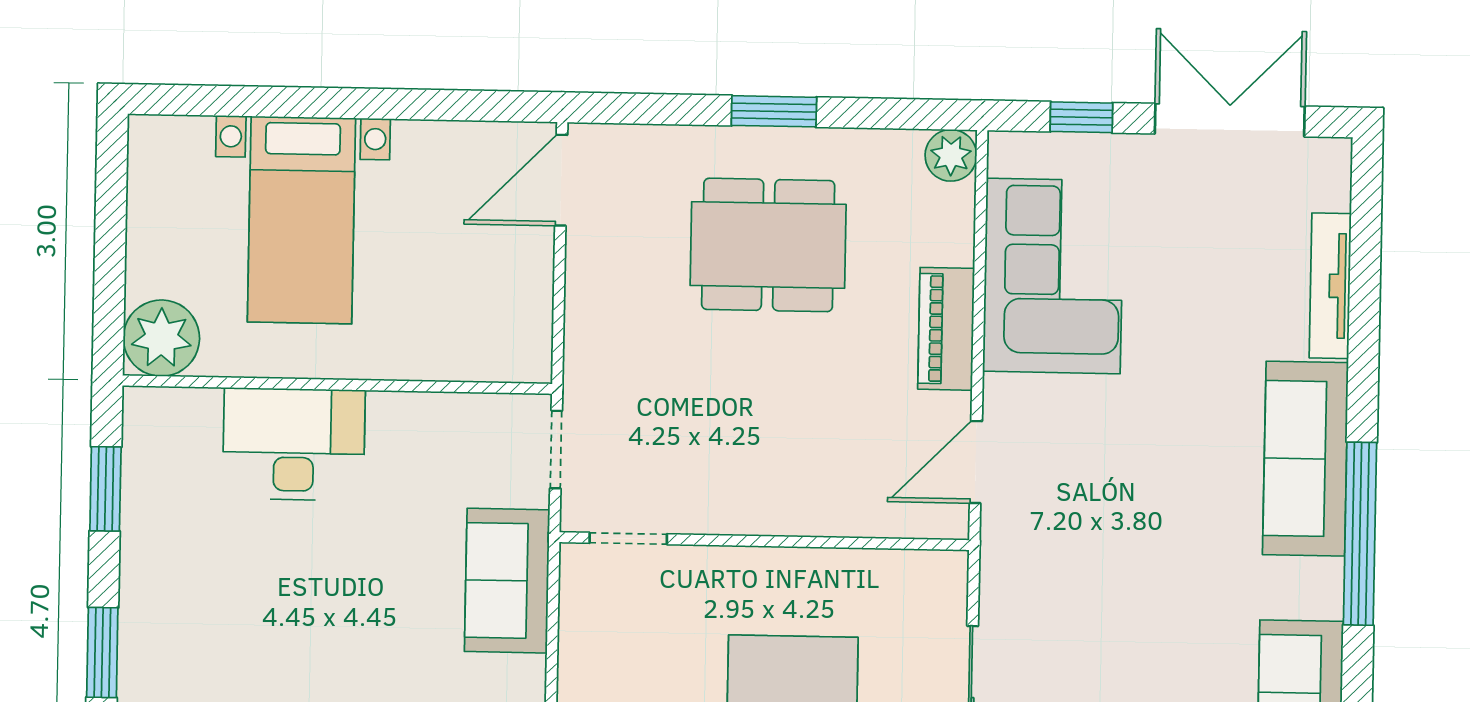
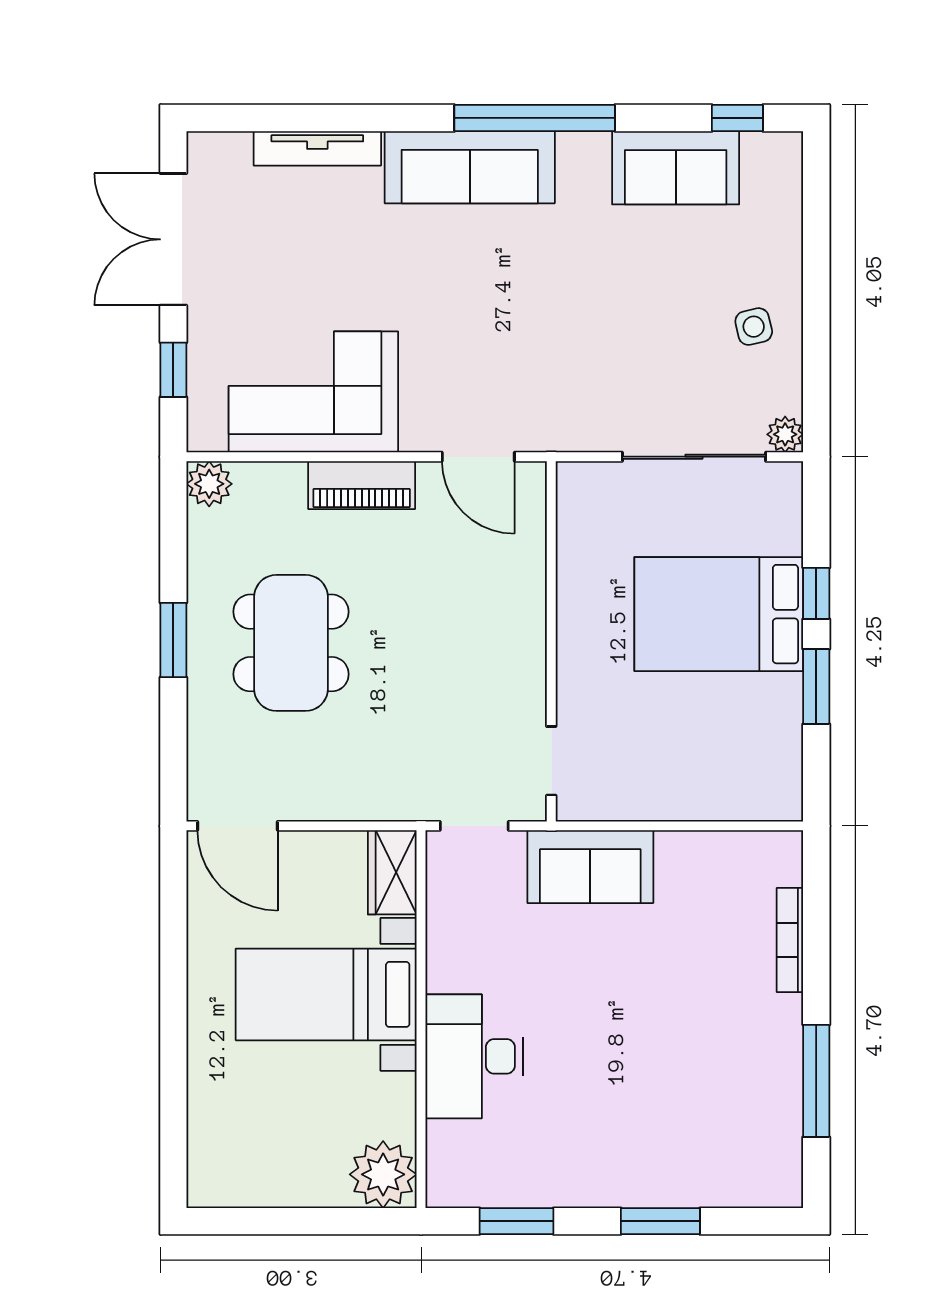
bed with nightstands: (301, 220) -> (326, 994), moved, turned 180
wardrobe: (505, 355) -> (392, 872), added

